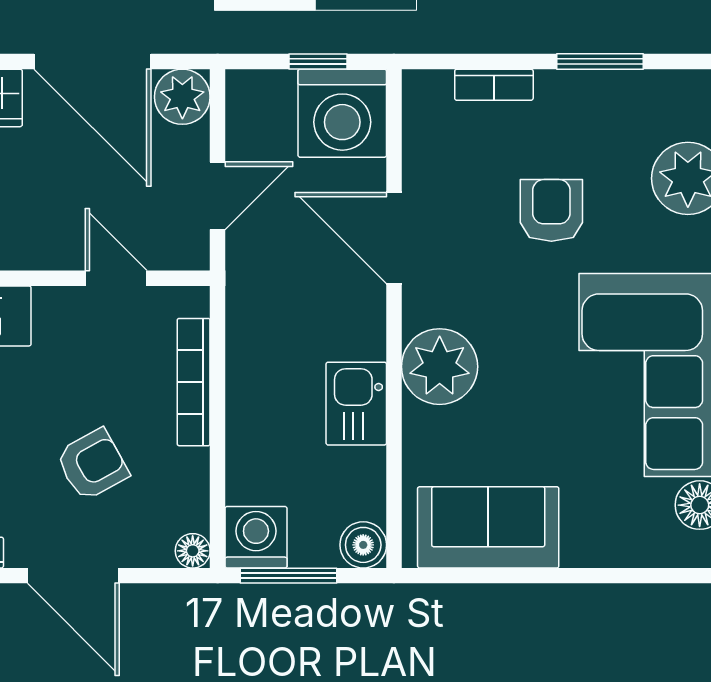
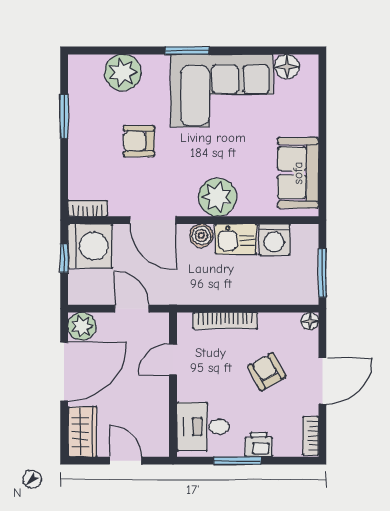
bookcase: (494, 85) -> (88, 208), moved, turned -90
door: (394, 238) -> (153, 220), hinge flipped
washing machine: (256, 537) -> (274, 239), moved, turned -90
boiler: (363, 545) -> (201, 236), moved

